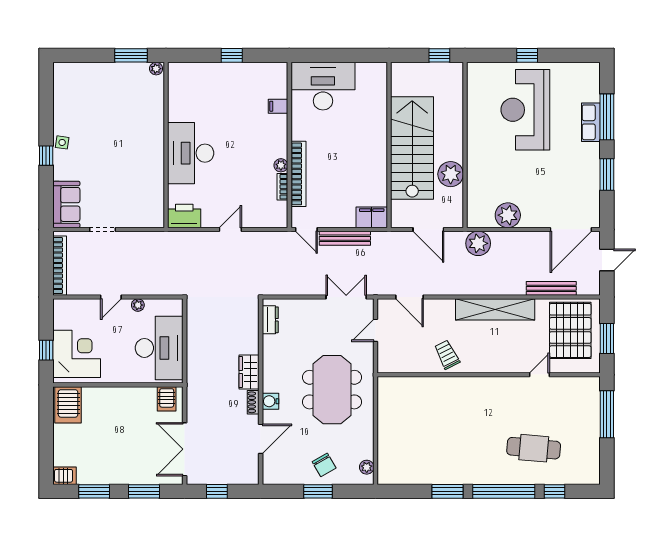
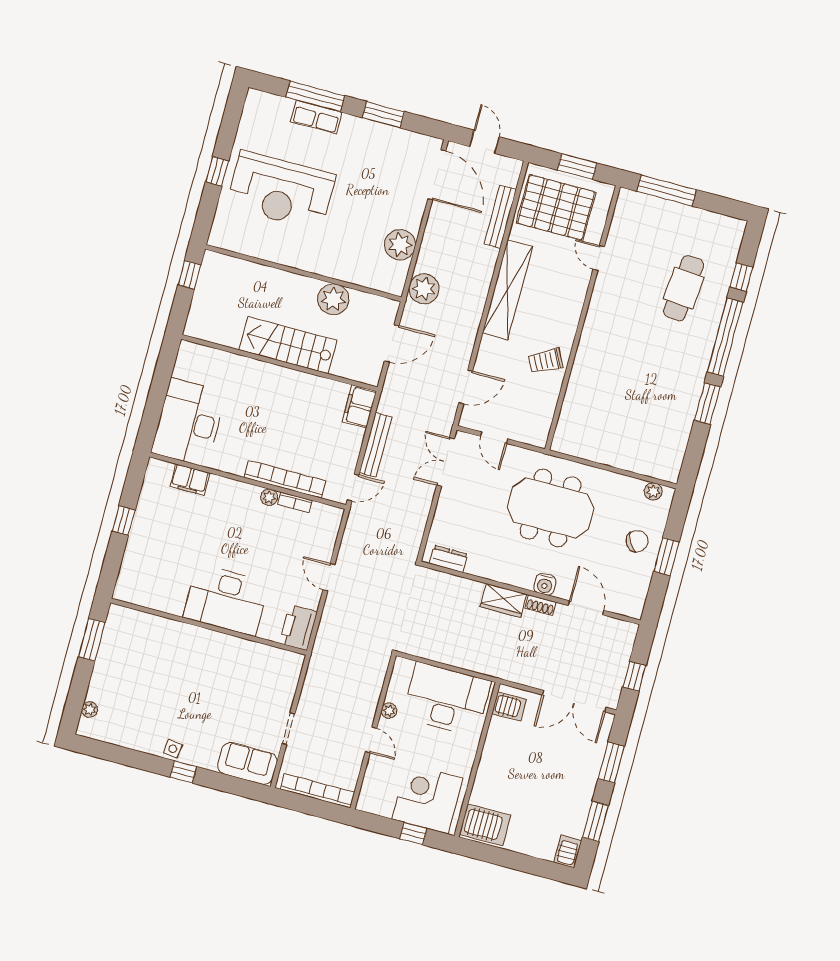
plant: (156, 69) -> (90, 710), moved
filing cabinet: (278, 106) -> (190, 480), width x2.00
stairs: (412, 148) -> (288, 345), width x0.73, depth x0.66

